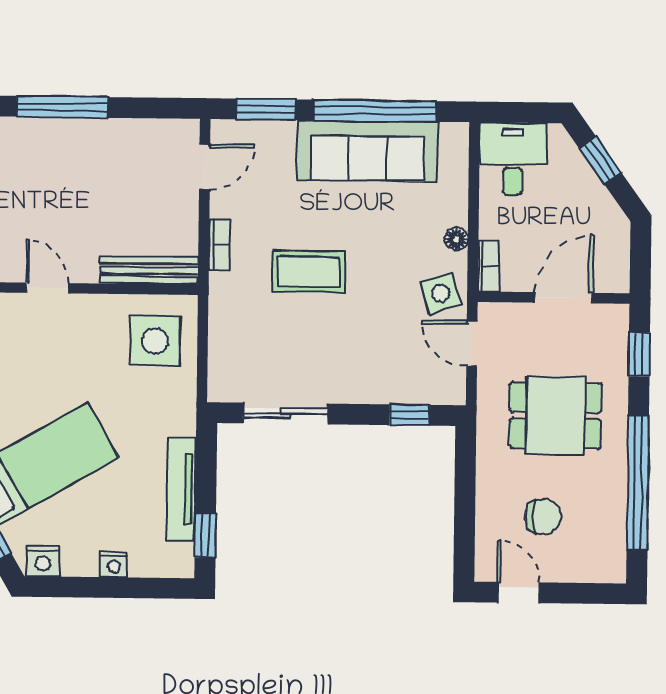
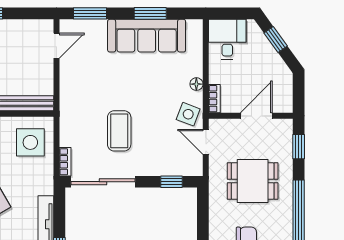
window: (375, 111) -> (150, 13), width x0.47
bookcase: (219, 245) -> (65, 162), moved
coffee table: (309, 272) -> (119, 131), moved, turned 90
side table: (441, 293) -> (188, 114), turned 38
sliding door: (286, 414) -> (103, 182), width x1.37

